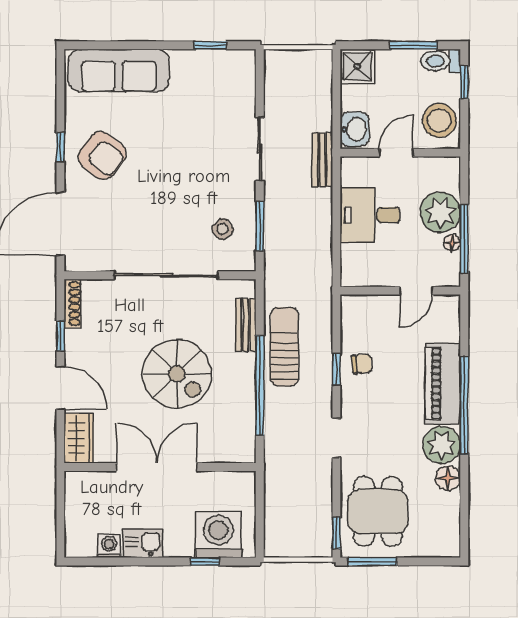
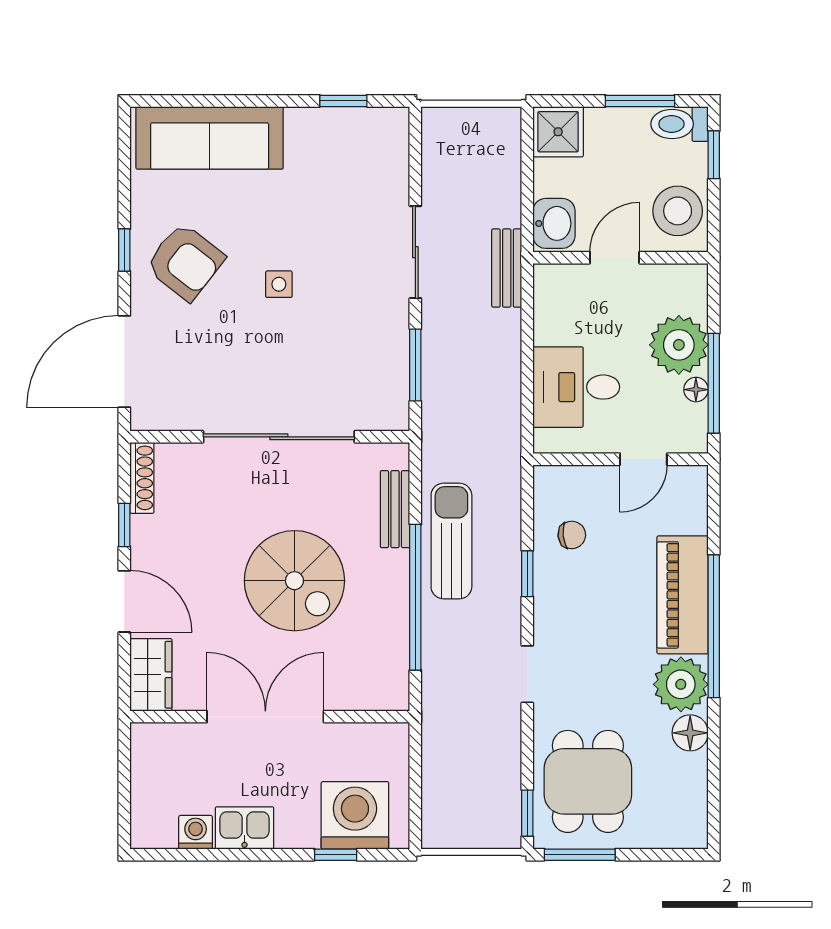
desk: (370, 215) -> (576, 387), moved
side table: (222, 229) -> (279, 284), moved, turned 38
chair: (362, 364) -> (572, 535), moved

